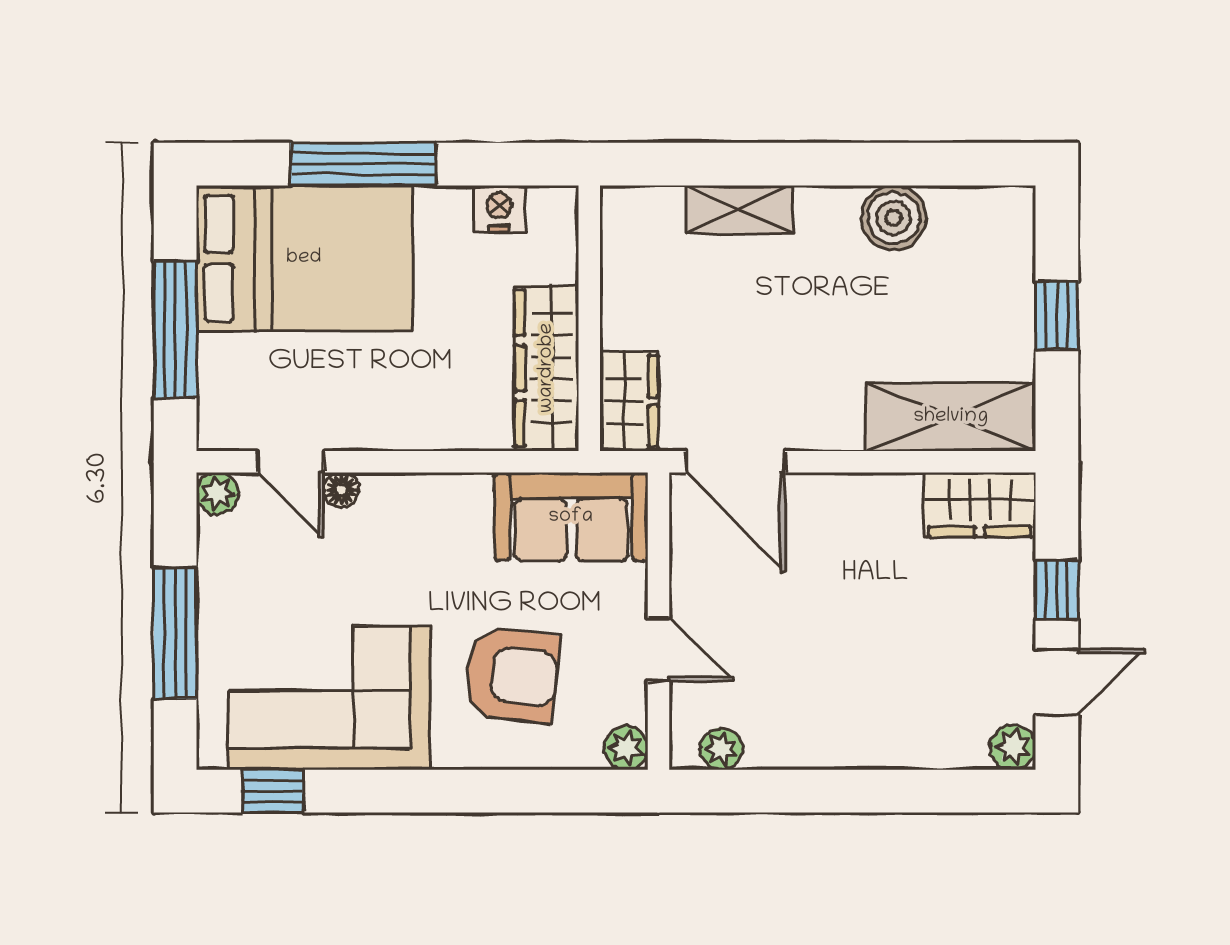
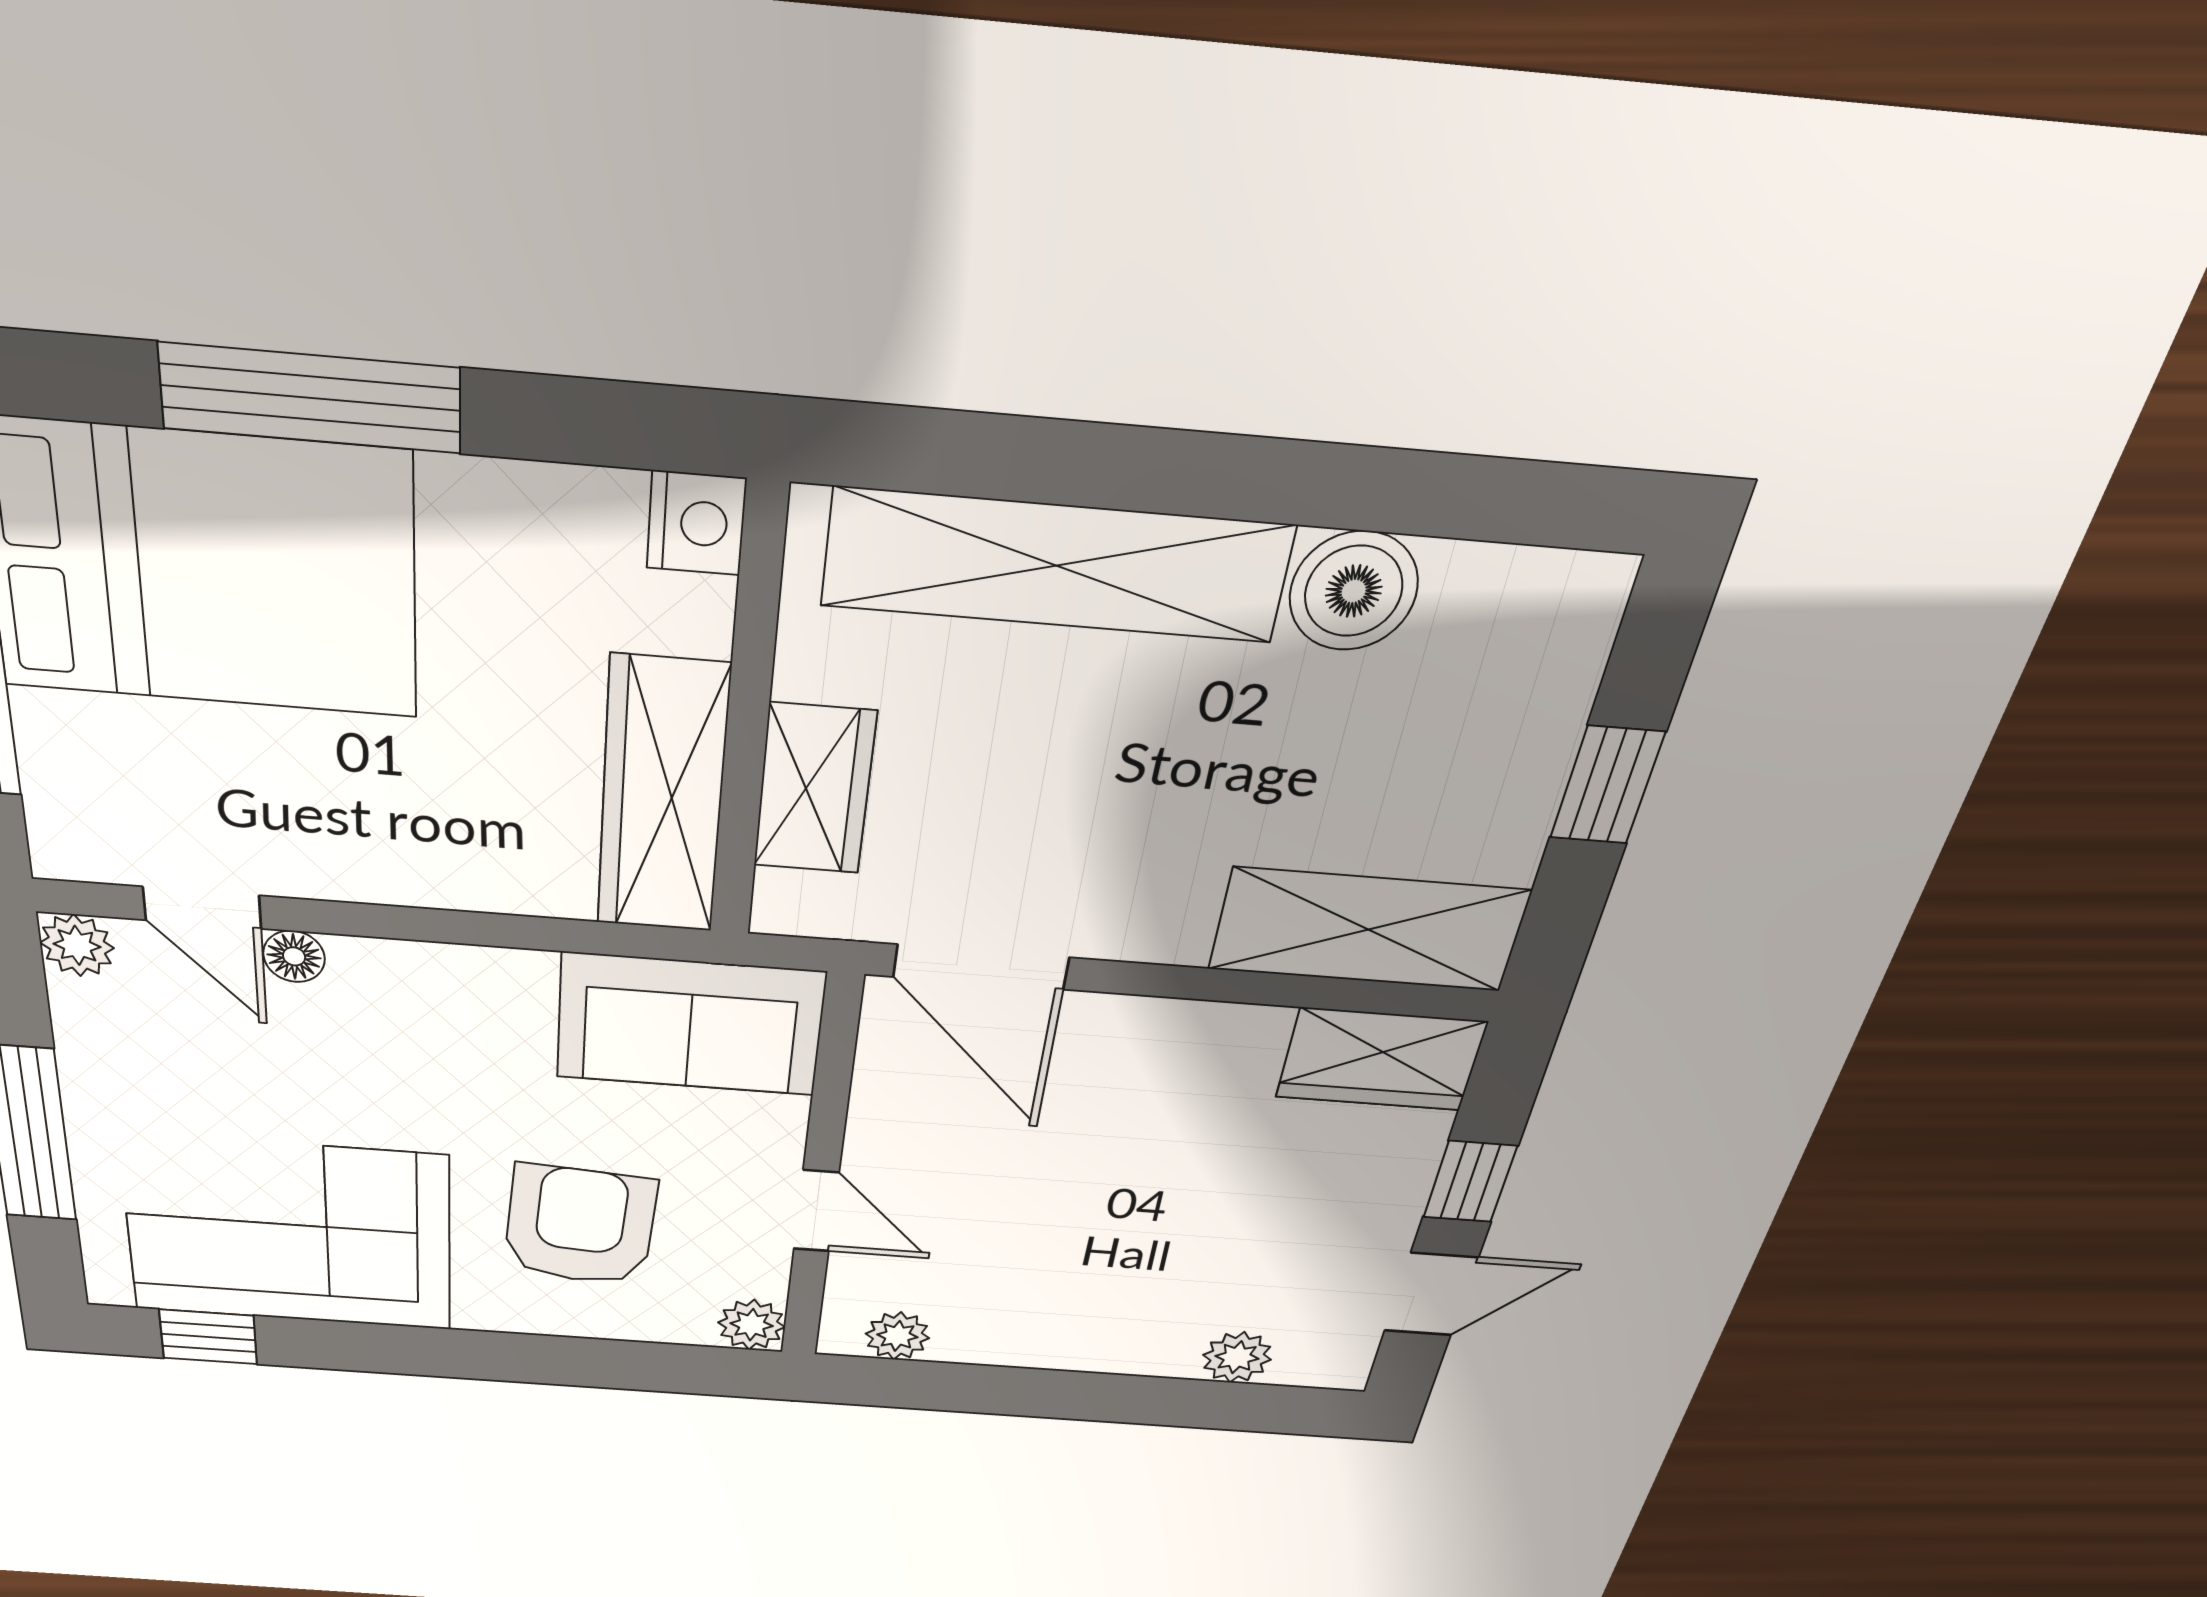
nightstand: (499, 209) -> (696, 523), moved, turned 90
shelving: (739, 209) -> (1056, 565), width x2.20, depth x1.33
wardrobe: (629, 401) -> (814, 789), moved
armchair: (512, 675) -> (580, 1226), turned -93
plant: (1013, 747) -> (1237, 1357), moved

